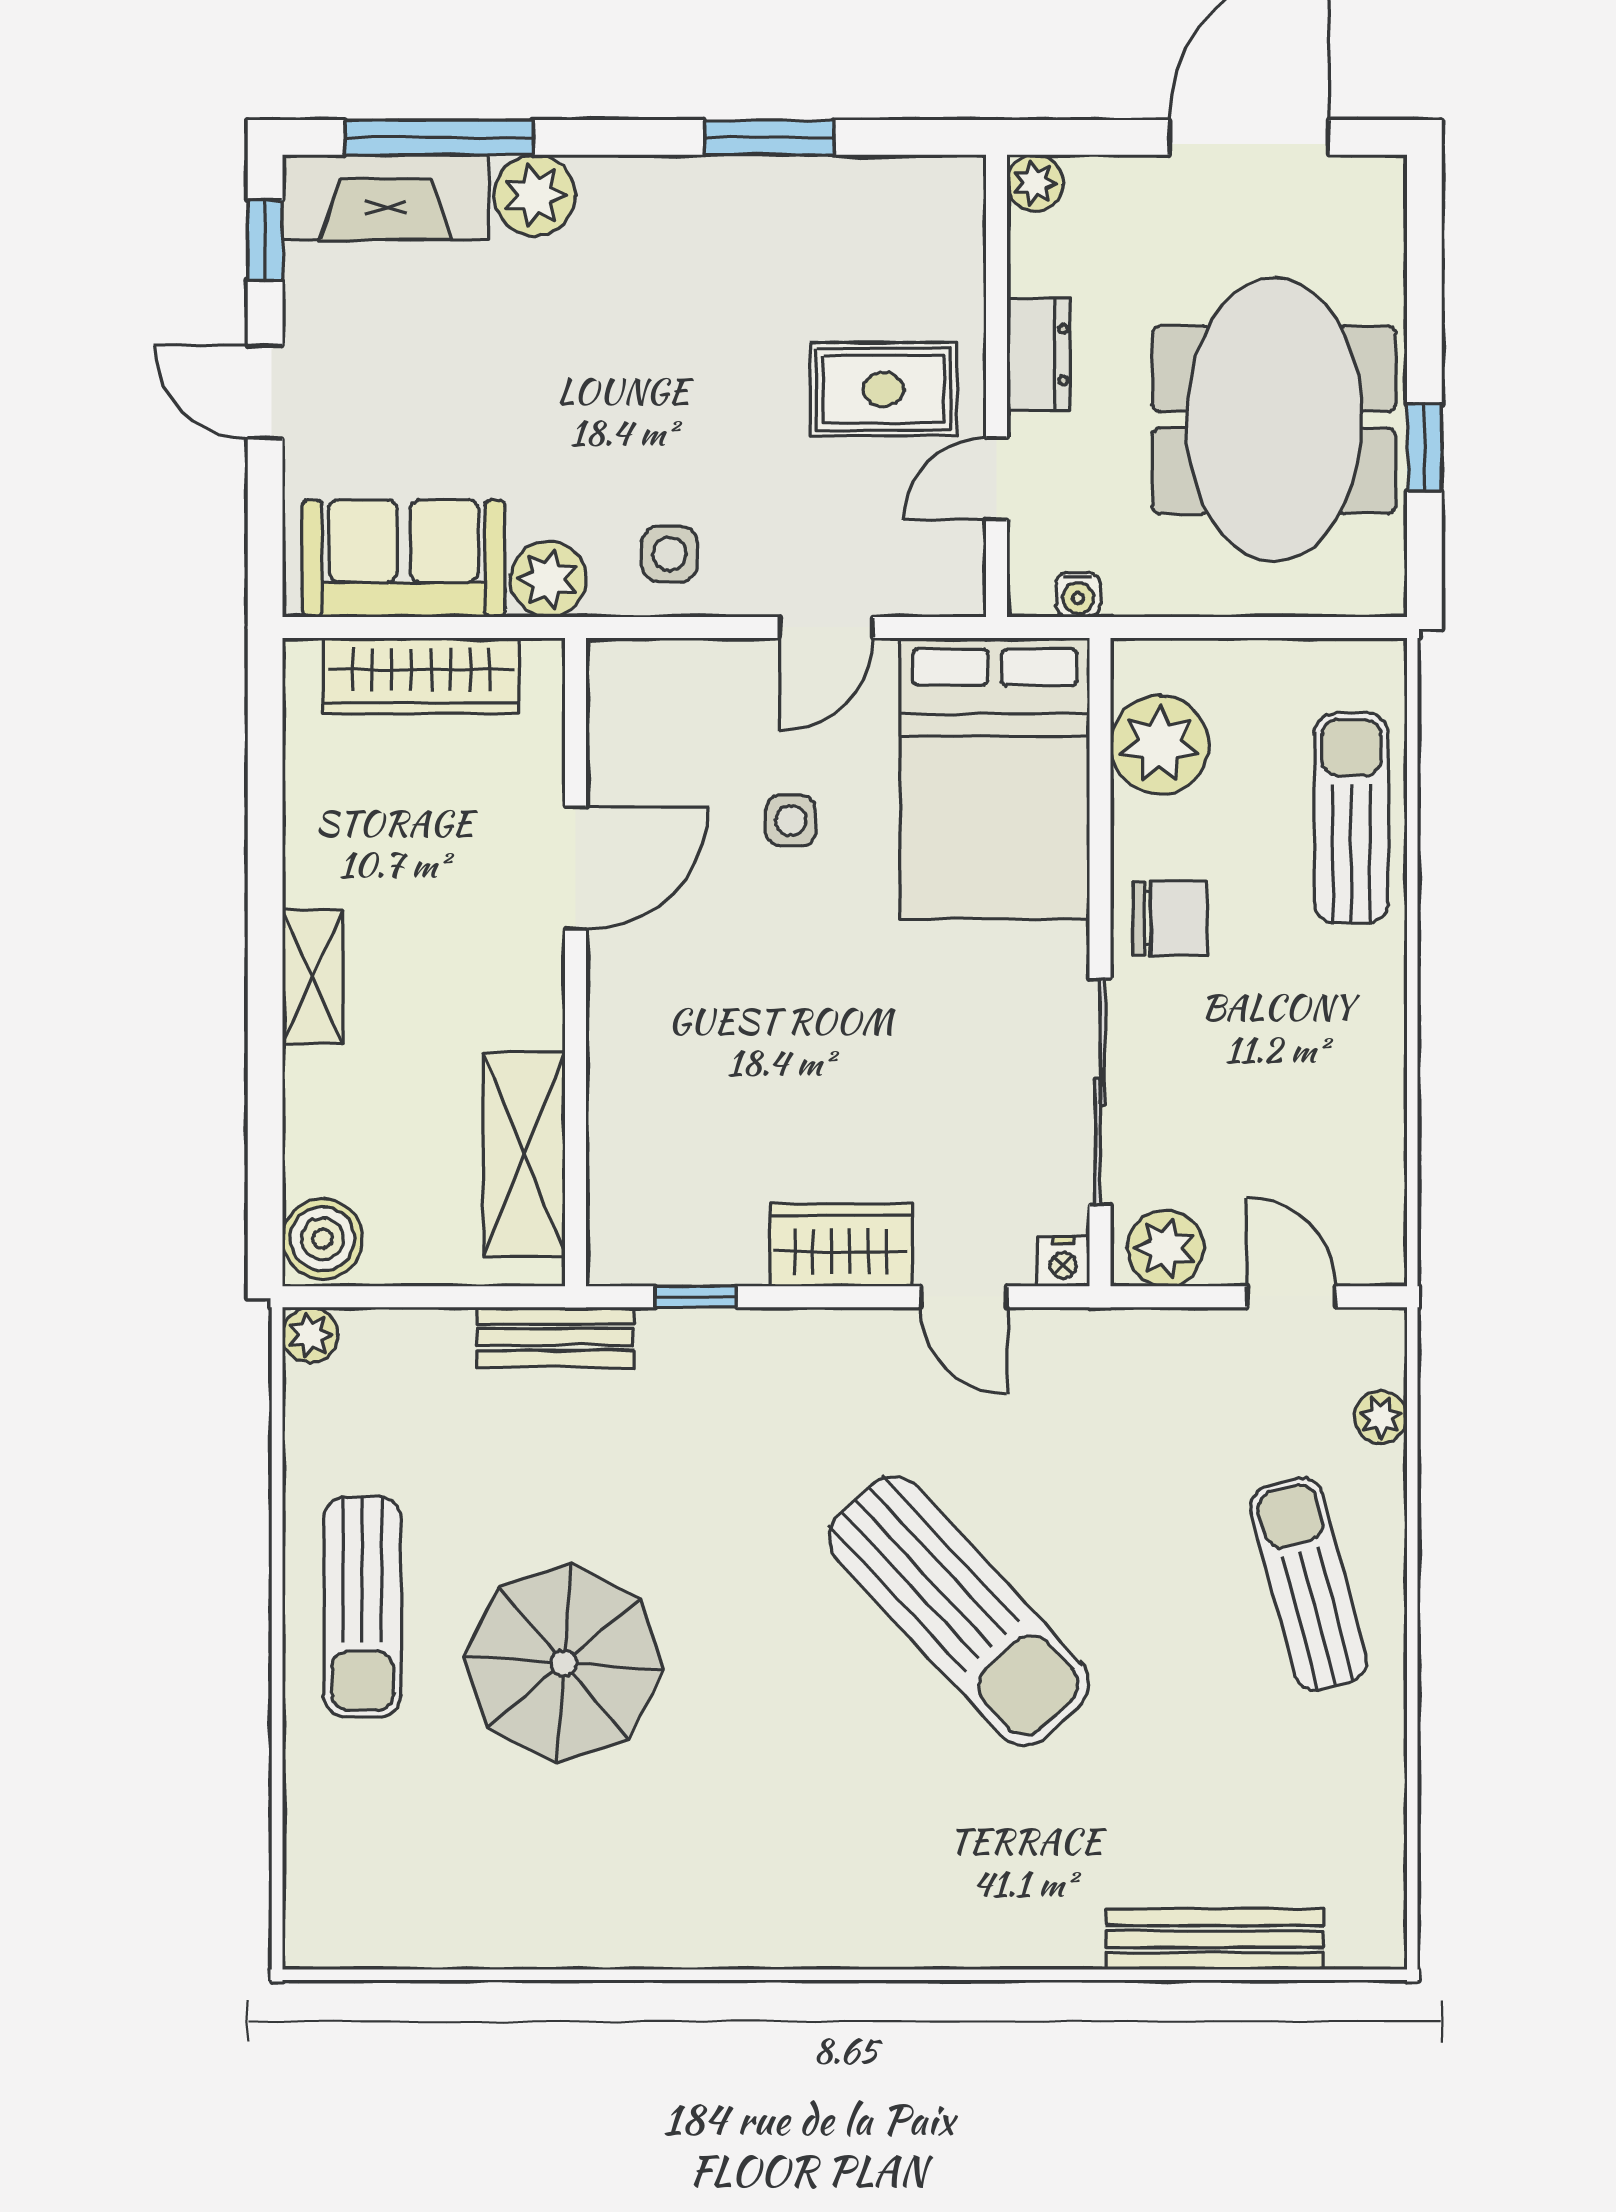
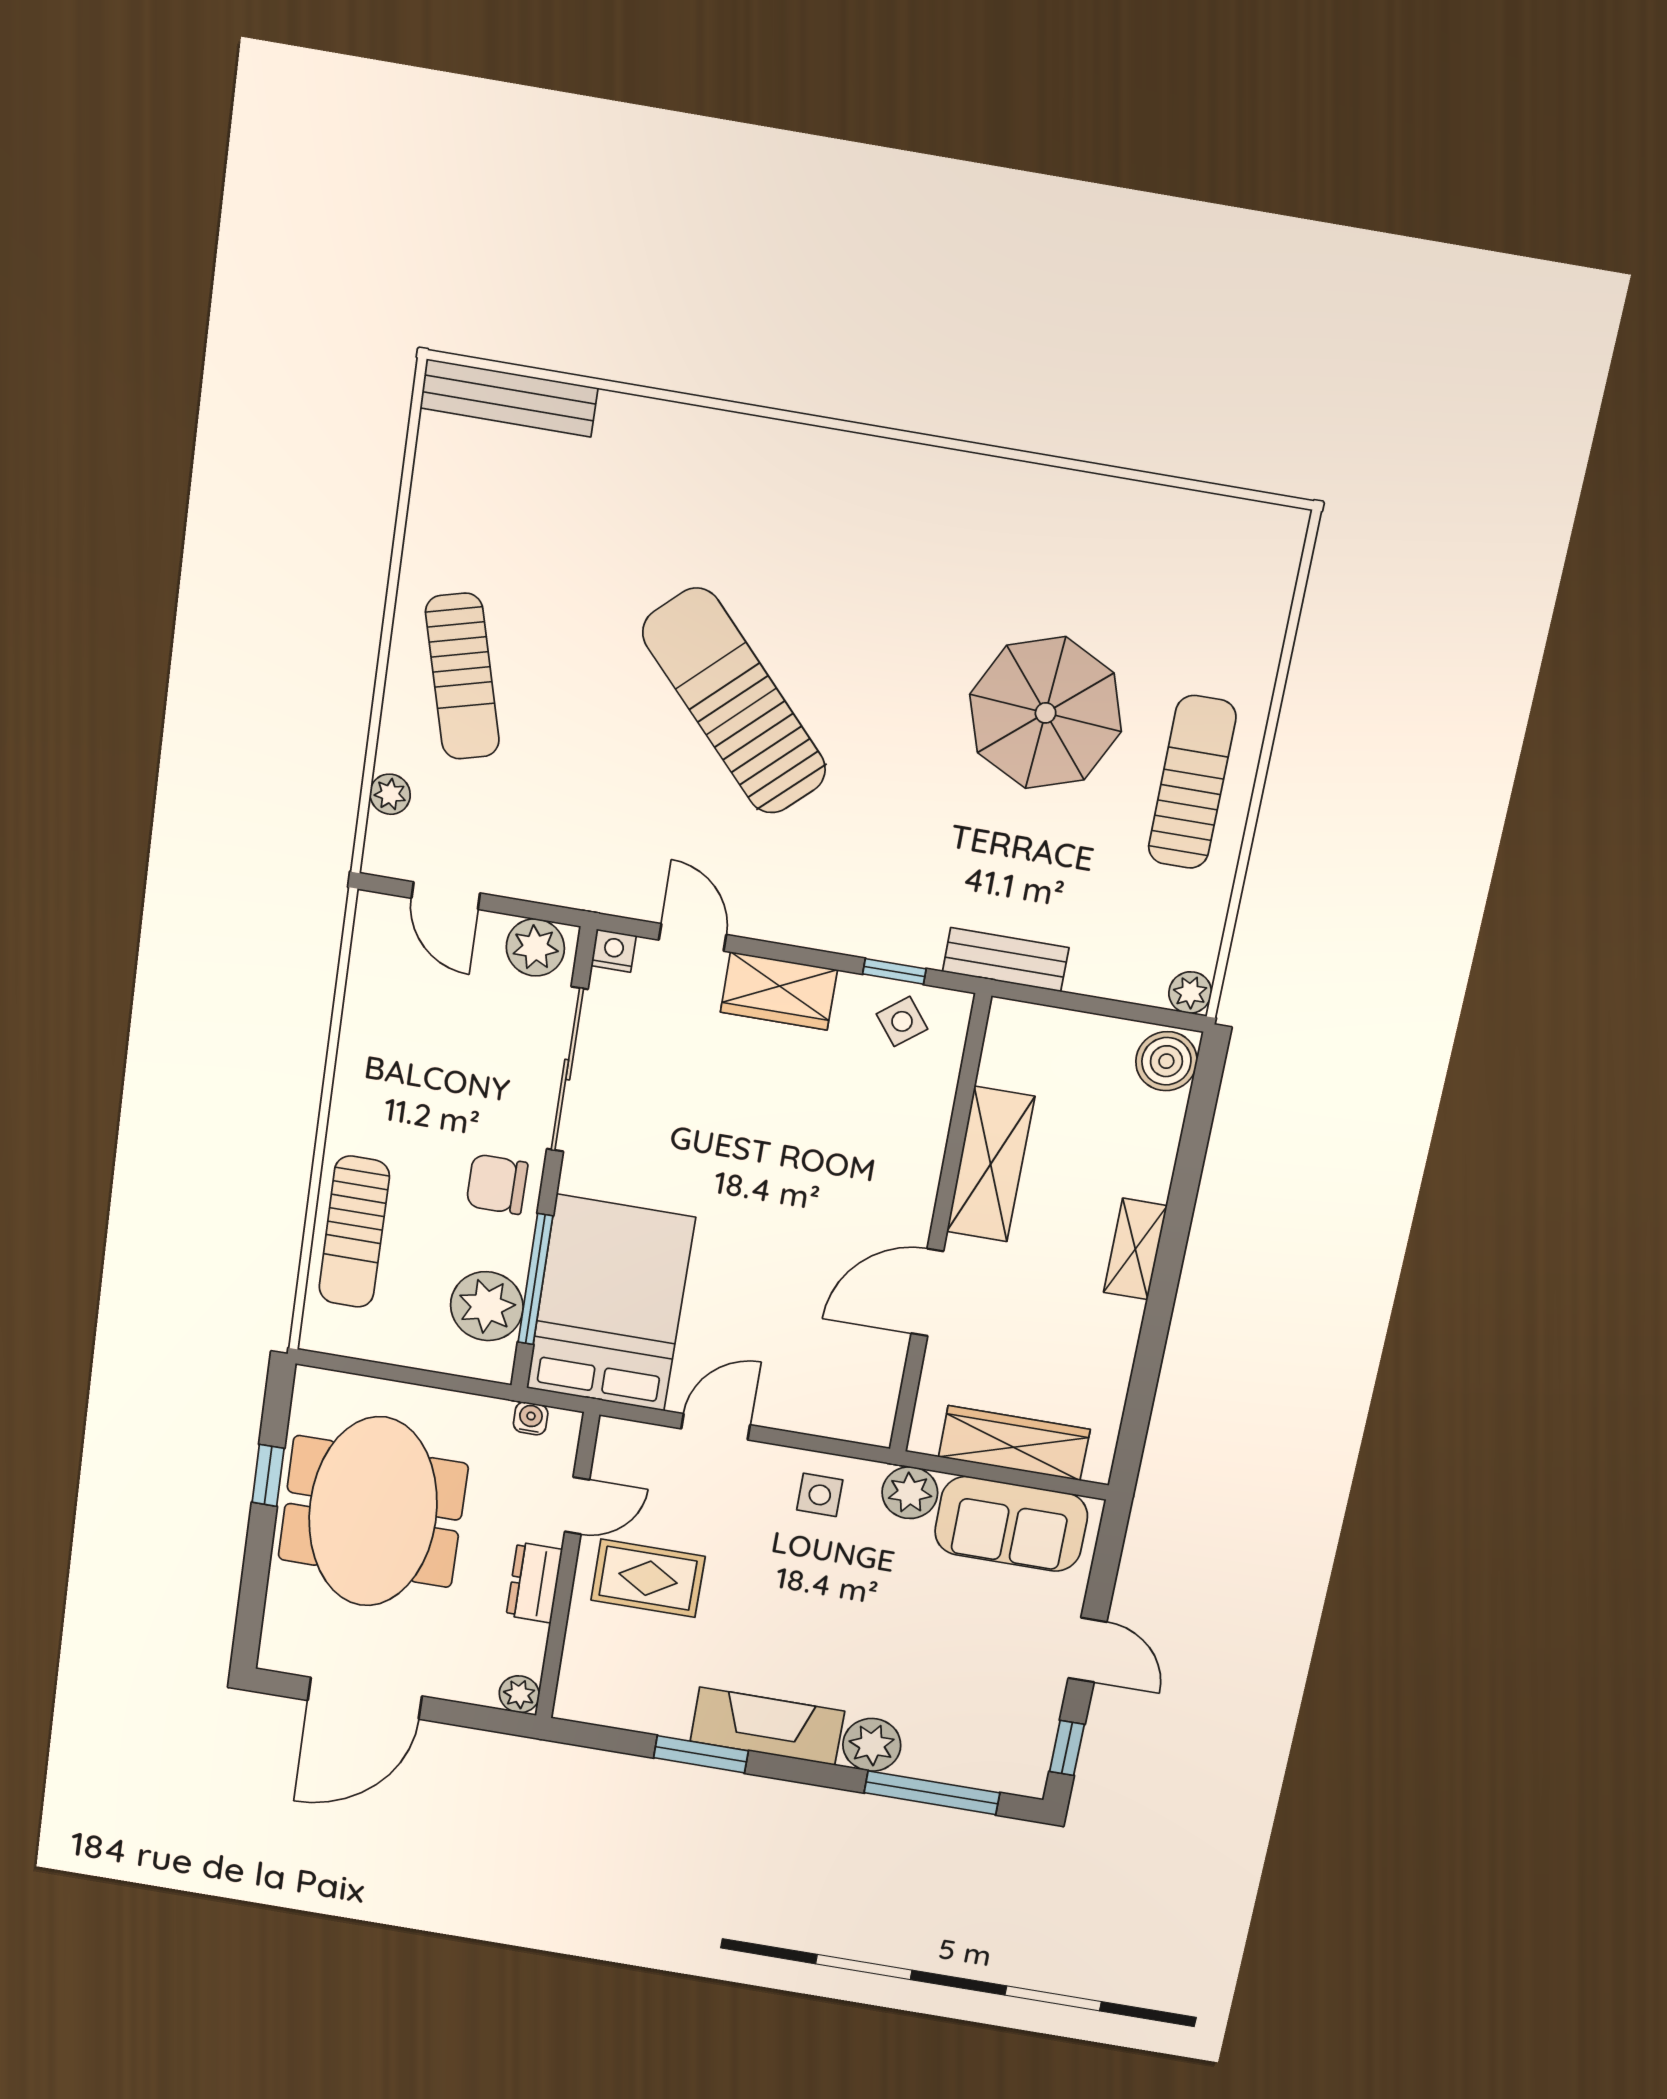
fireplace: (385, 197) -> (767, 1726), moved
window: (1100, 794) -> (535, 1279), added
side table: (791, 821) -> (902, 1021), moved, turned -38
shelving: (524, 1154) -> (991, 1164), moved
bench: (1215, 1939) -> (509, 398), moved

